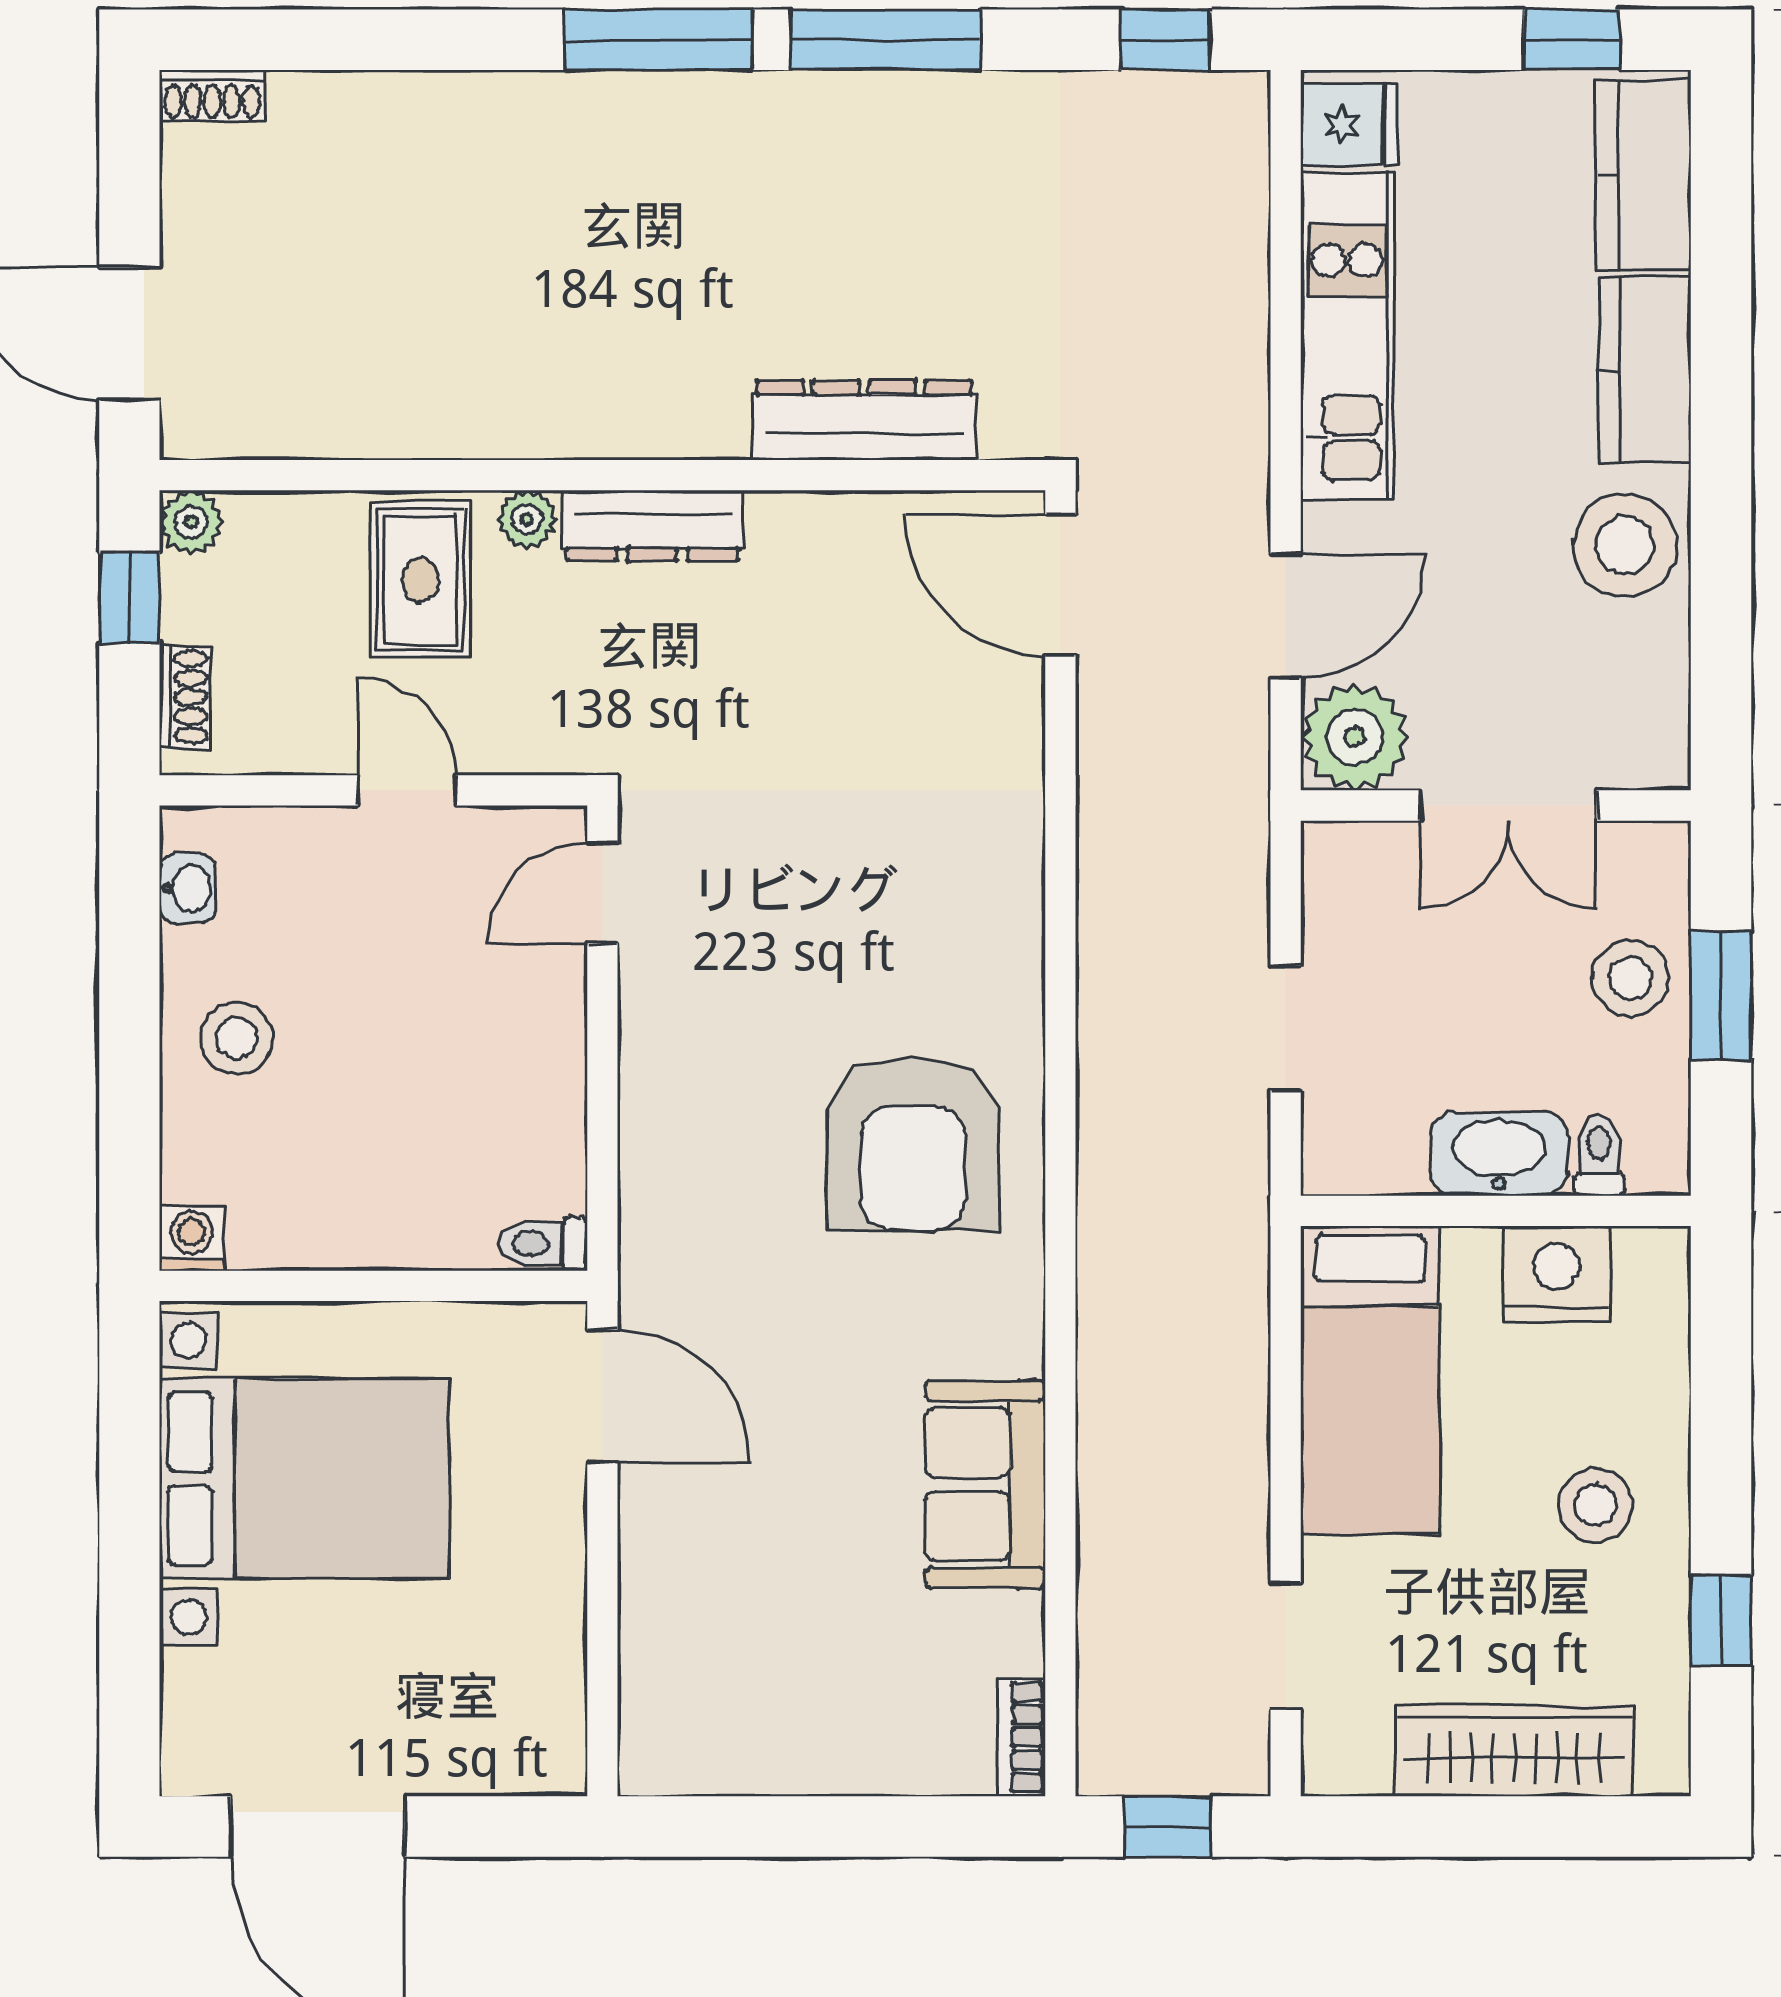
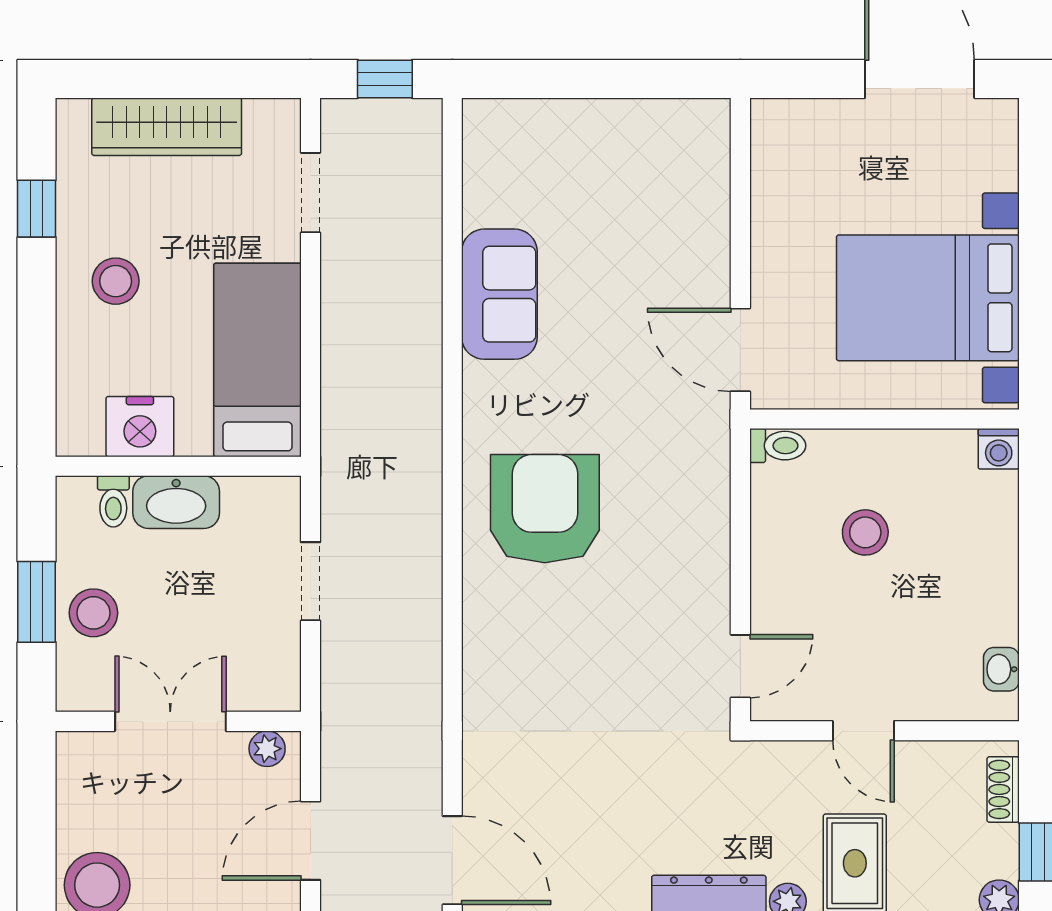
plant: (1355, 737) -> (267, 749), width x0.53, depth x0.53
stool: (237, 1038) -> (865, 532), moved
bookcase: (1022, 1738) -> (477, 135), removed

